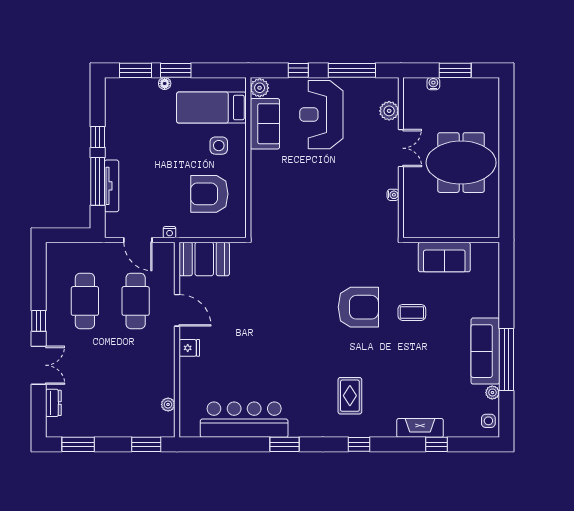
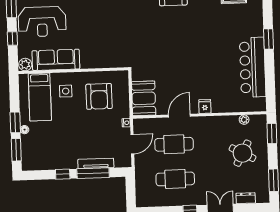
sofa: (265, 124) -> (56, 60), width x1.36
round table: (119, 401) -> (242, 153), added

